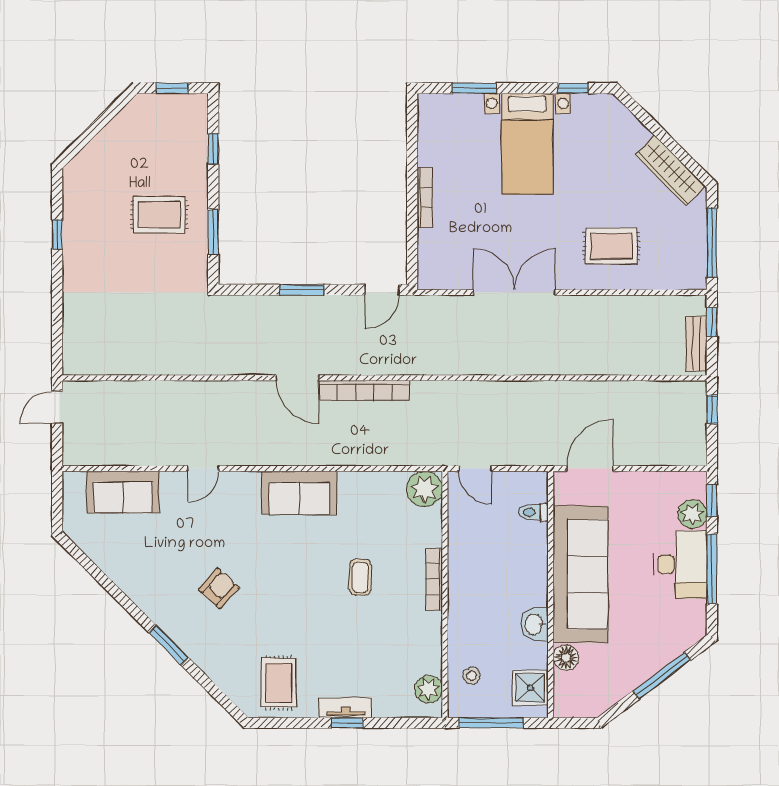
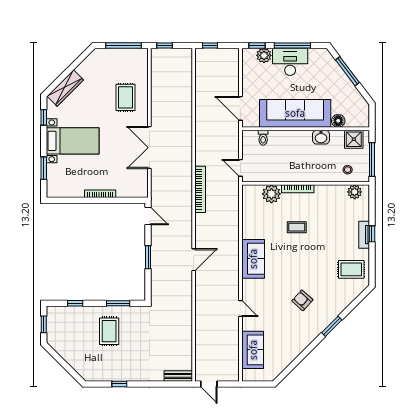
wardrobe: (670, 170) -> (65, 88), moved
bench: (696, 344) -> (178, 376), moved
bookcase: (365, 391) -> (200, 189), moved
door: (475, 469) -> (240, 168), swing flipped
plant: (425, 489) -> (271, 194), moved

